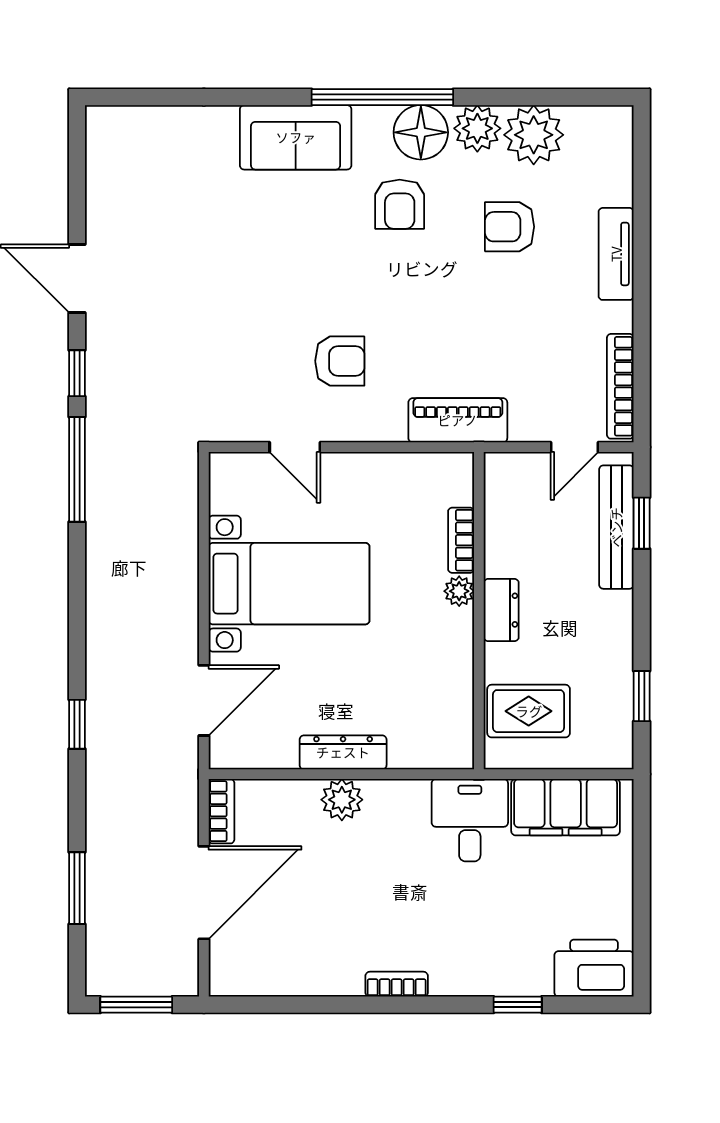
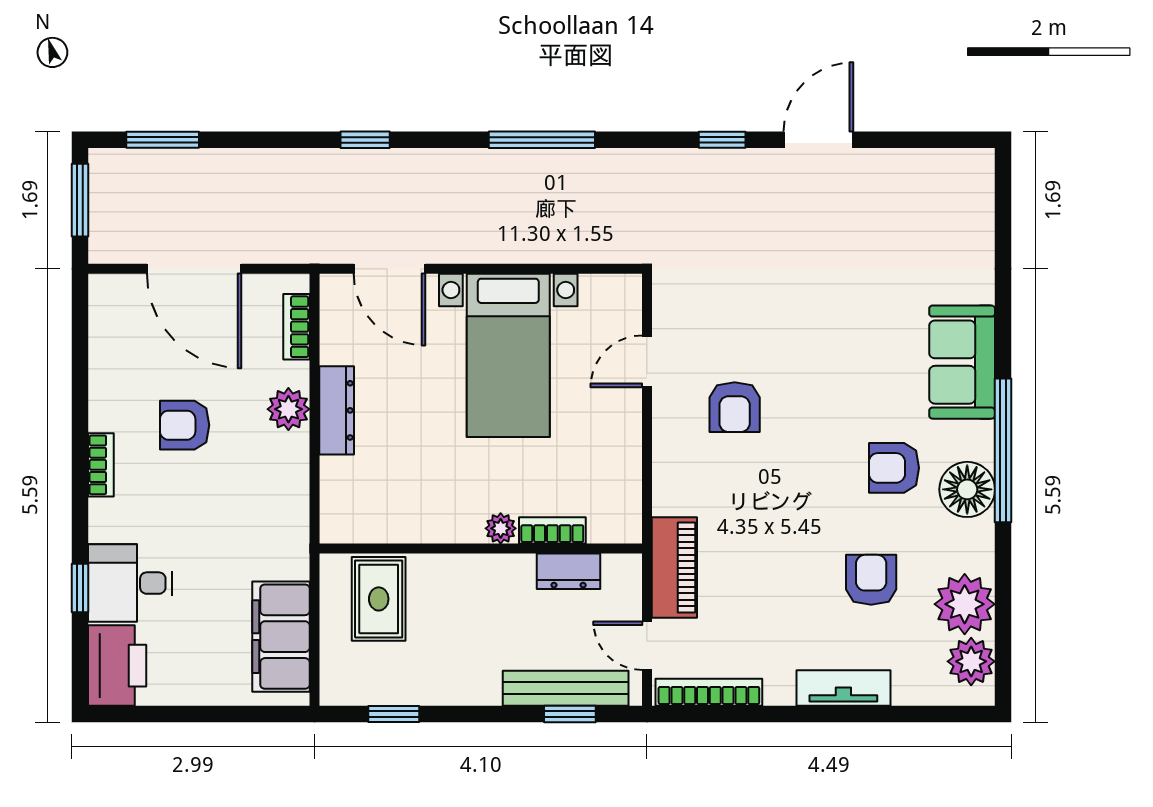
plant: (477, 128) -> (971, 661), moved
piano: (458, 420) -> (674, 568), moved
window: (77, 469) -> (542, 140), moved
dresser: (501, 610) -> (569, 571), moved
bookcase: (221, 811) -> (296, 327), moved, turned 90
desk: (470, 820) -> (130, 583), moved, turned 180
window: (77, 888) -> (163, 140), moved
armchair: (358, 902) -> (185, 425), added

